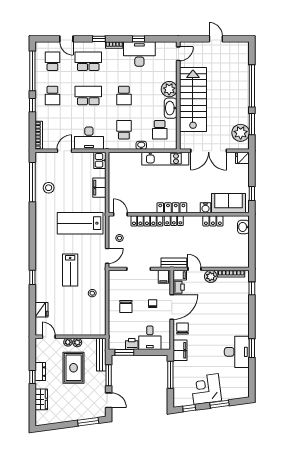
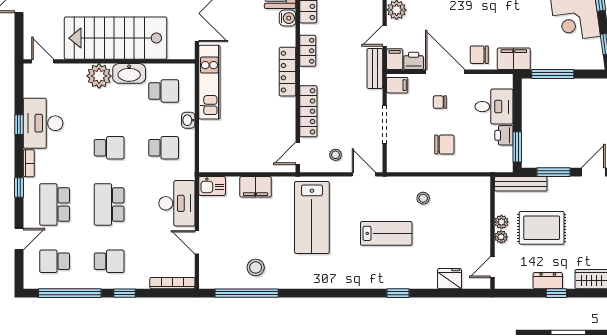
school desk: (124, 130) -> (164, 148), turned 180
locker: (174, 221) -> (308, 51), moved

